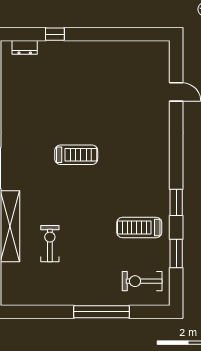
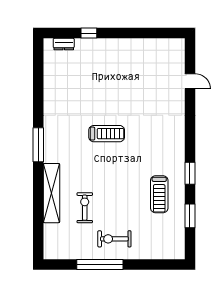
treadmill: (139, 228) -> (159, 194), turned -90
exercise bike: (142, 281) -> (114, 239), moved
window: (102, 312) -> (100, 264), moved

